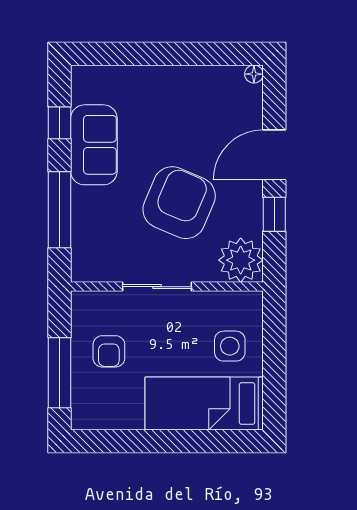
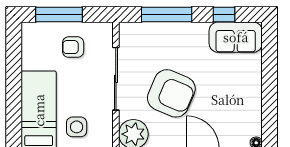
sofa: (94, 145) -> (236, 37), moved
sliding door: (157, 287) -> (116, 79), width x1.37

